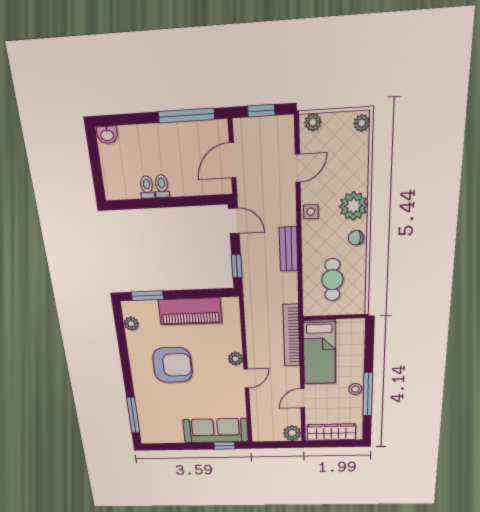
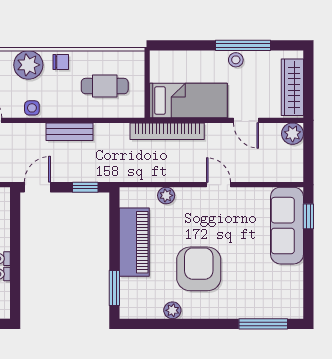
chair: (356, 238) -> (61, 62), turned -90
plant: (131, 324) -> (172, 310), moved
plant: (236, 359) -> (166, 195), moved

